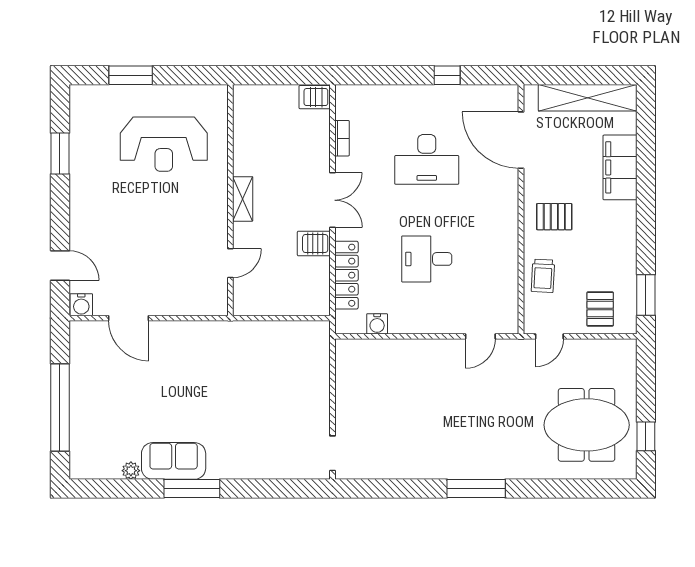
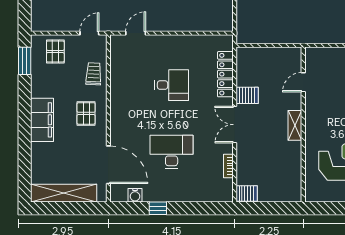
filing cabinet: (620, 167) -> (42, 120), moved
pallet: (554, 217) -> (86, 113), turned 90
water cooler: (377, 324) -> (135, 195), moved, turned 180

